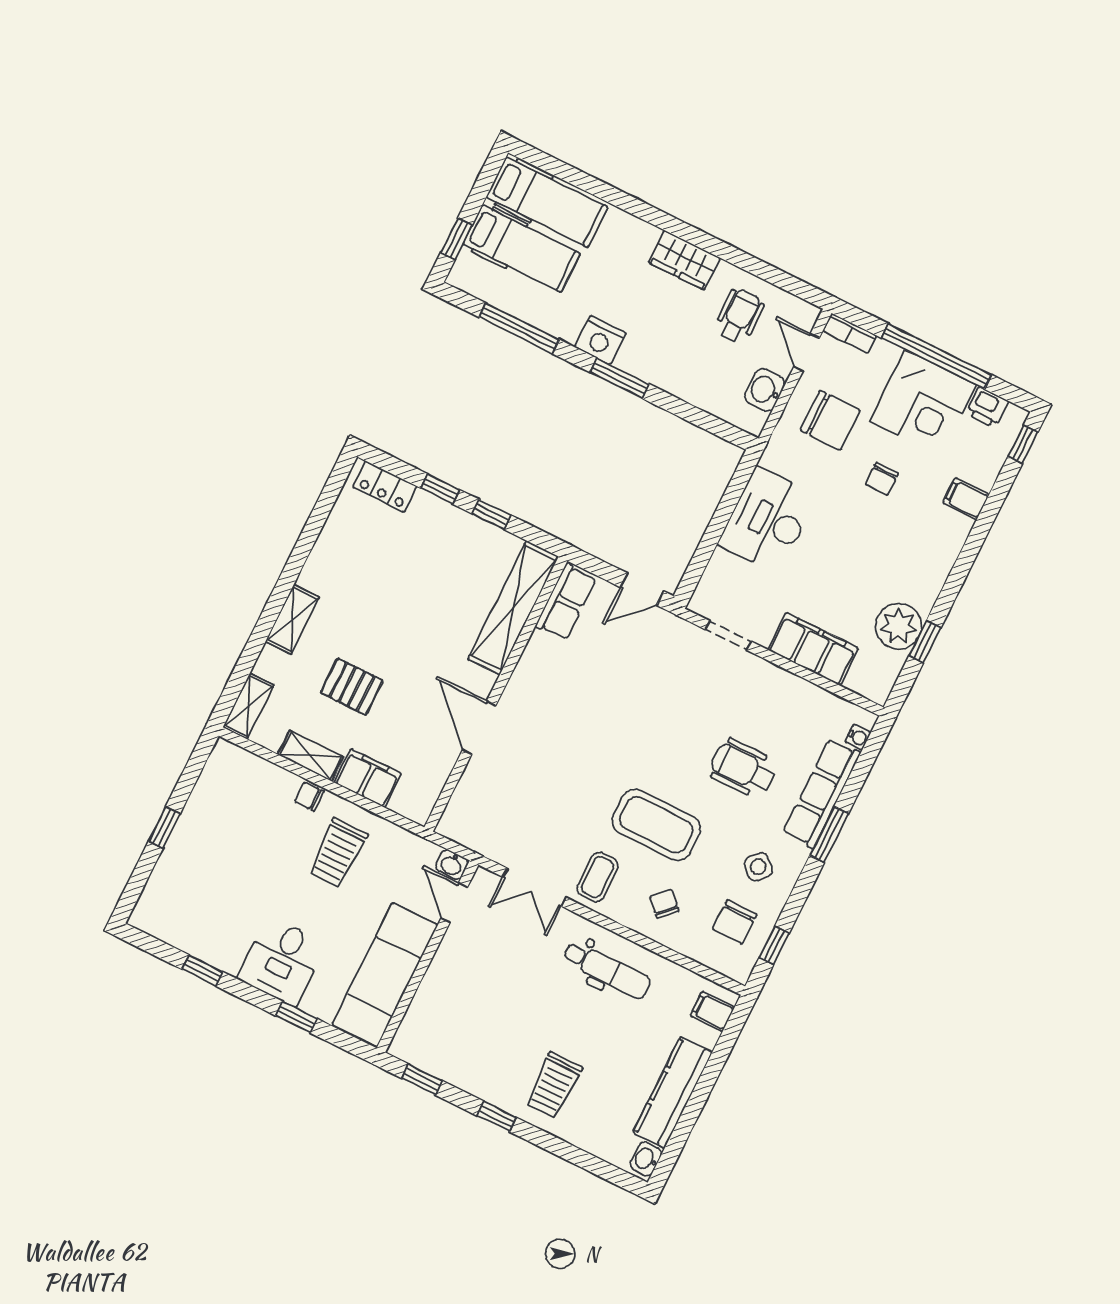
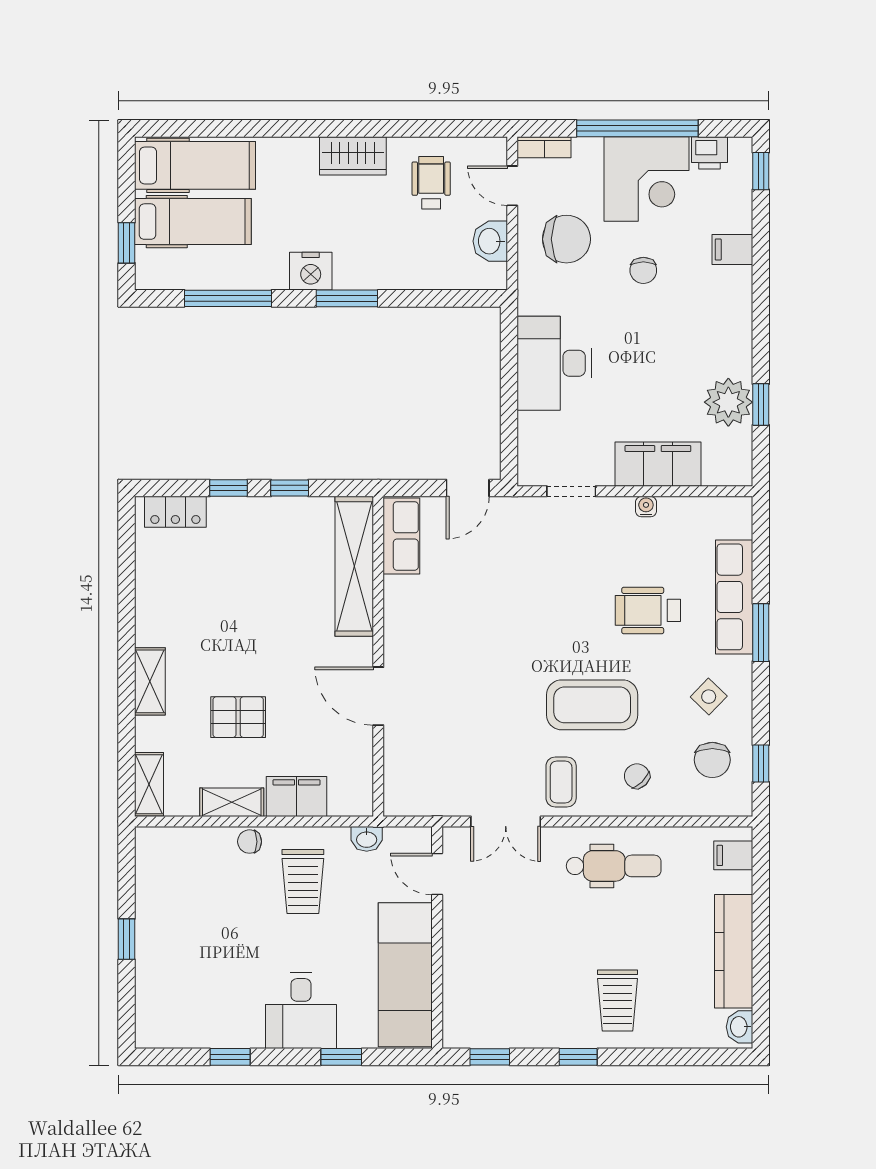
water cooler: (858, 737) -> (646, 507), moved, turned -90
washbasin: (452, 865) -> (367, 839), moved

